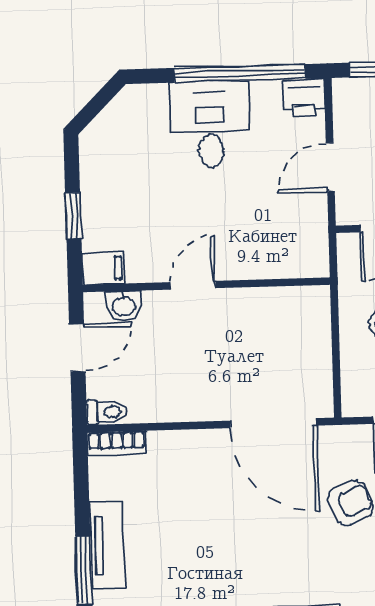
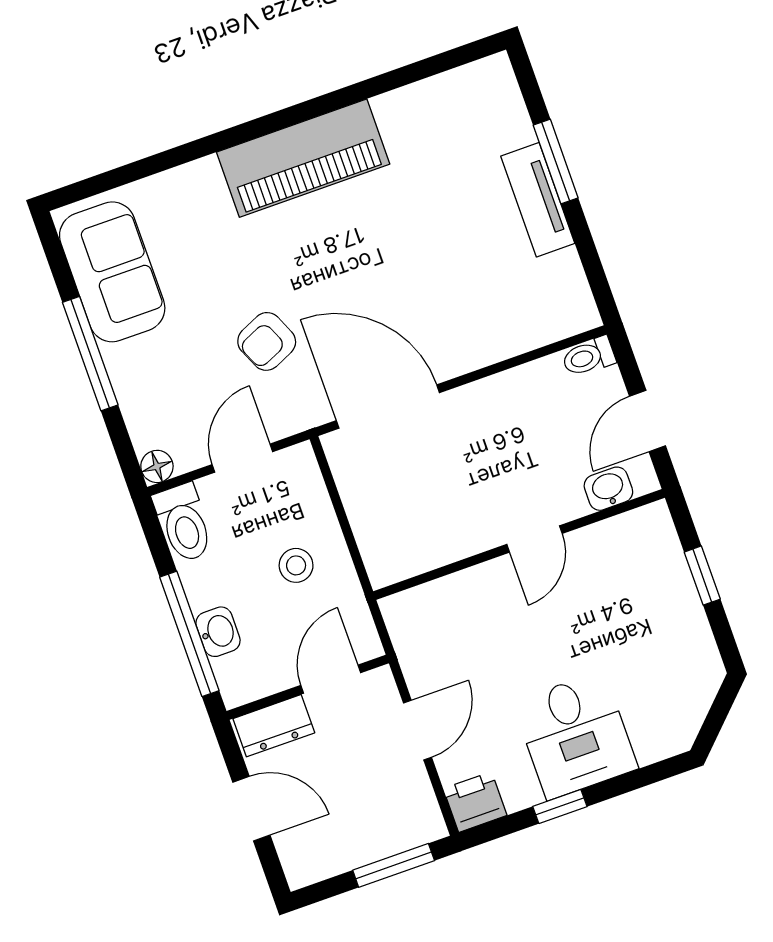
window: (240, 73) -> (560, 806), width x0.32
filing cabinet: (103, 268) -> (647, 525), removed
bookcase: (117, 443) -> (565, 324), removed

